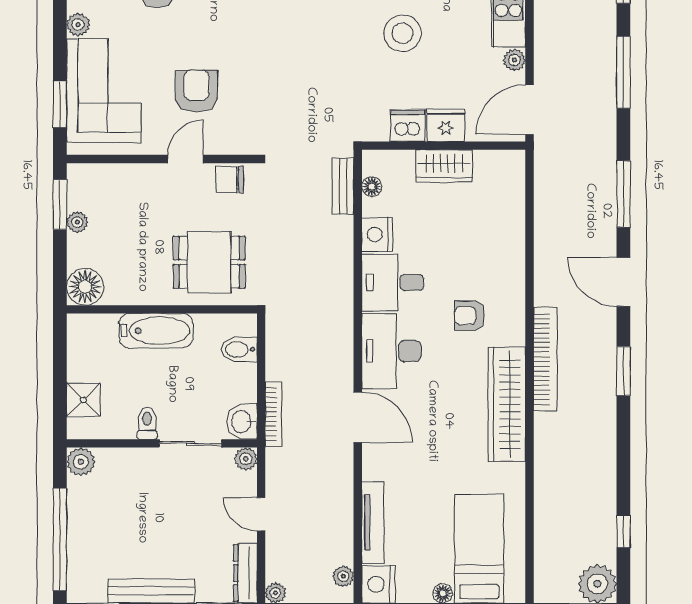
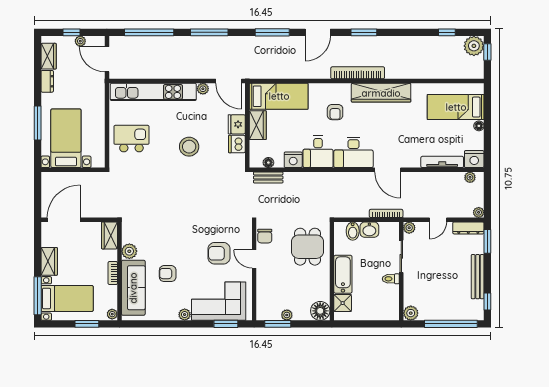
bed: (500, 206) -> (279, 96), added
shower: (83, 400) -> (343, 303), moved
door: (358, 417) -> (388, 170), swing flipped
washbasin: (242, 422) -> (369, 230), moved

